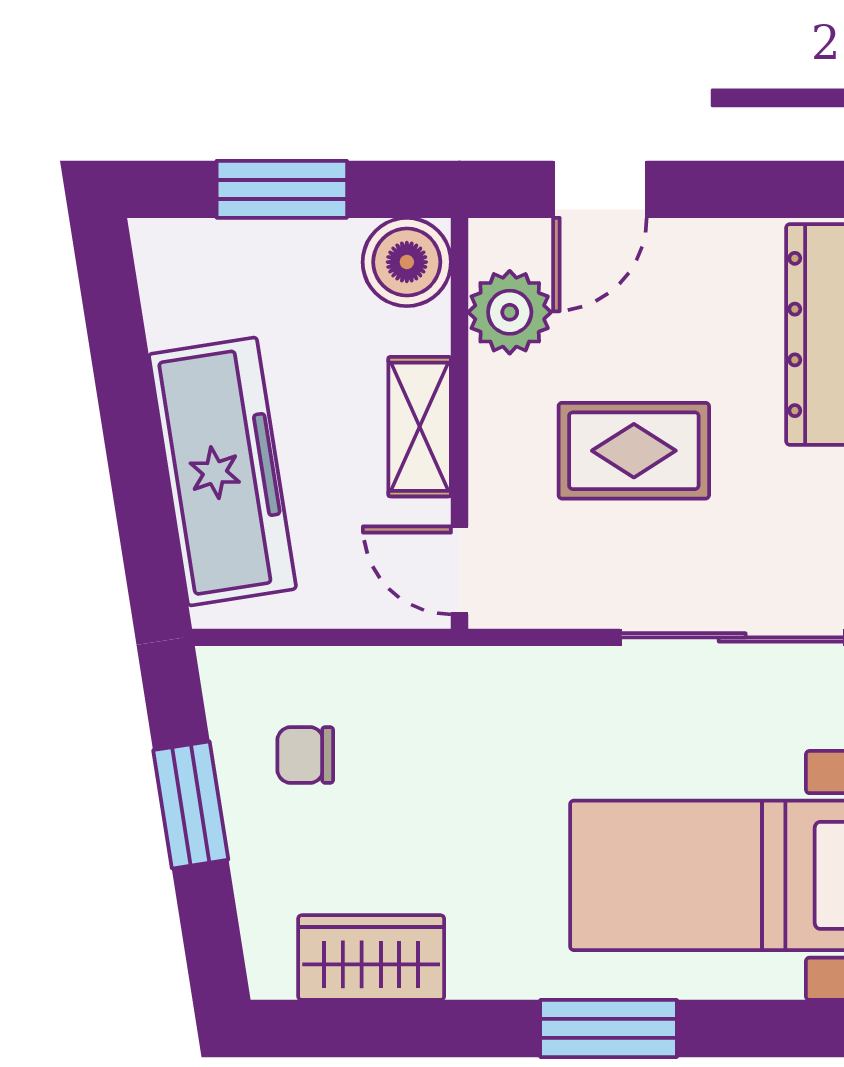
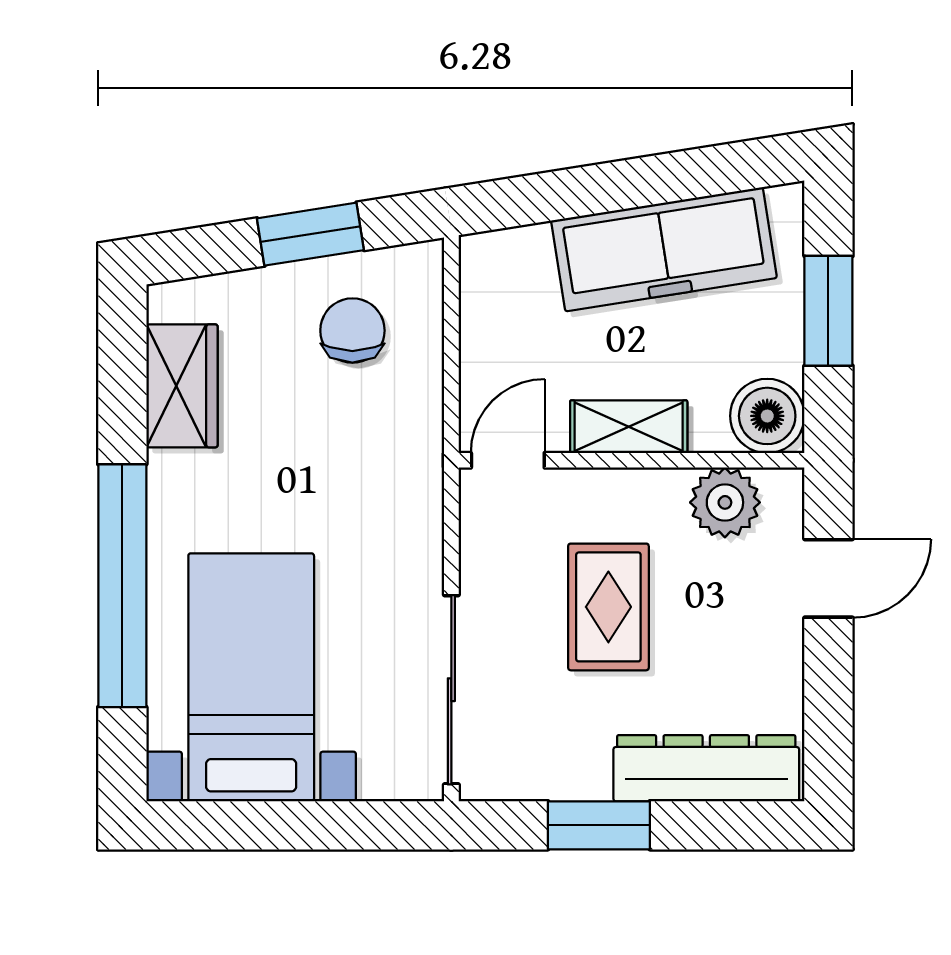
door: (600, 189) -> (828, 578), swing flipped
freezer: (222, 471) -> (664, 249), moved
chair: (305, 755) -> (352, 331), width x1.37, depth x1.37
window: (609, 1028) -> (122, 586), width x2.11

